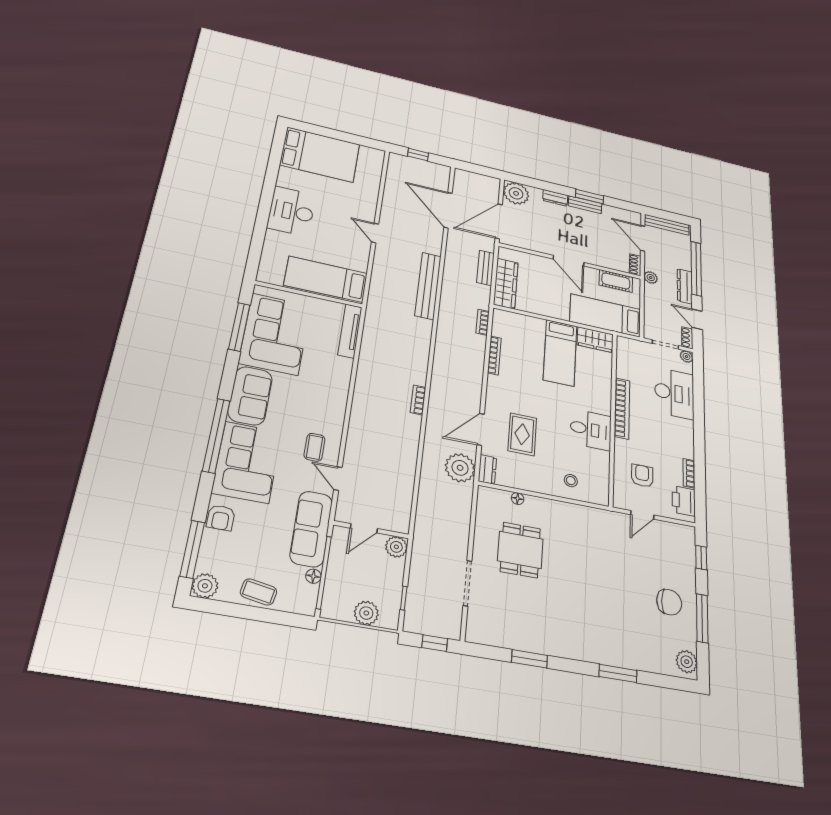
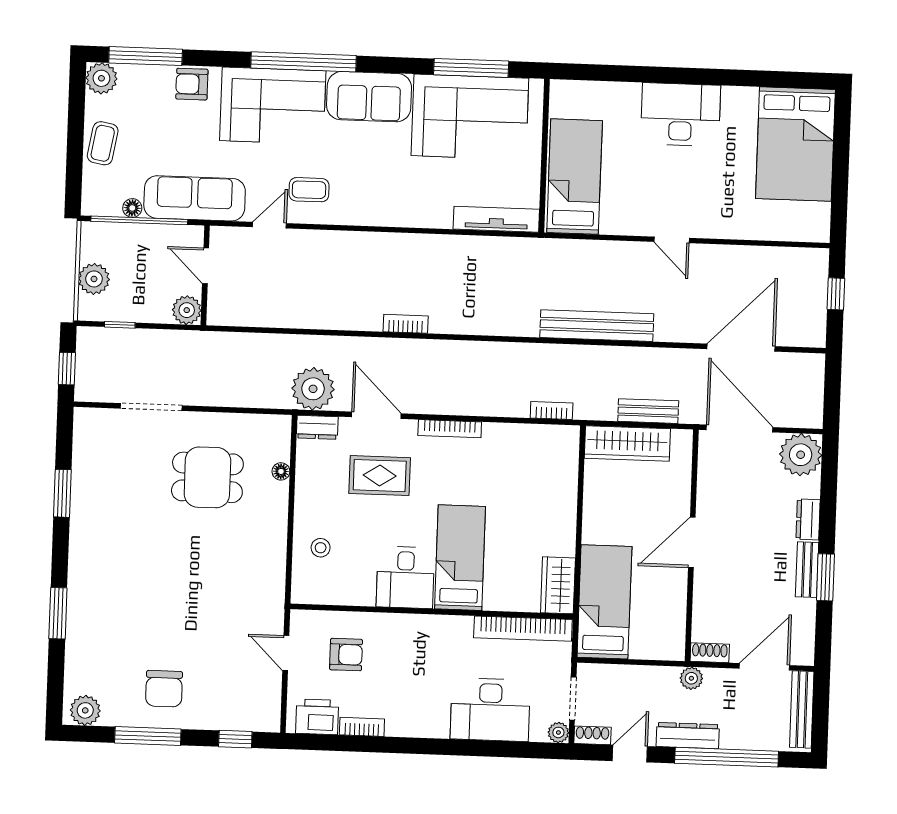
door: (375, 233) -> (672, 240), swing flipped
cot: (616, 281) -> (672, 620), removed
bed: (560, 353) -> (460, 558), moved, turned 90
bookcase: (494, 355) -> (450, 429), moved
bookcase: (622, 408) -> (523, 629), moved

